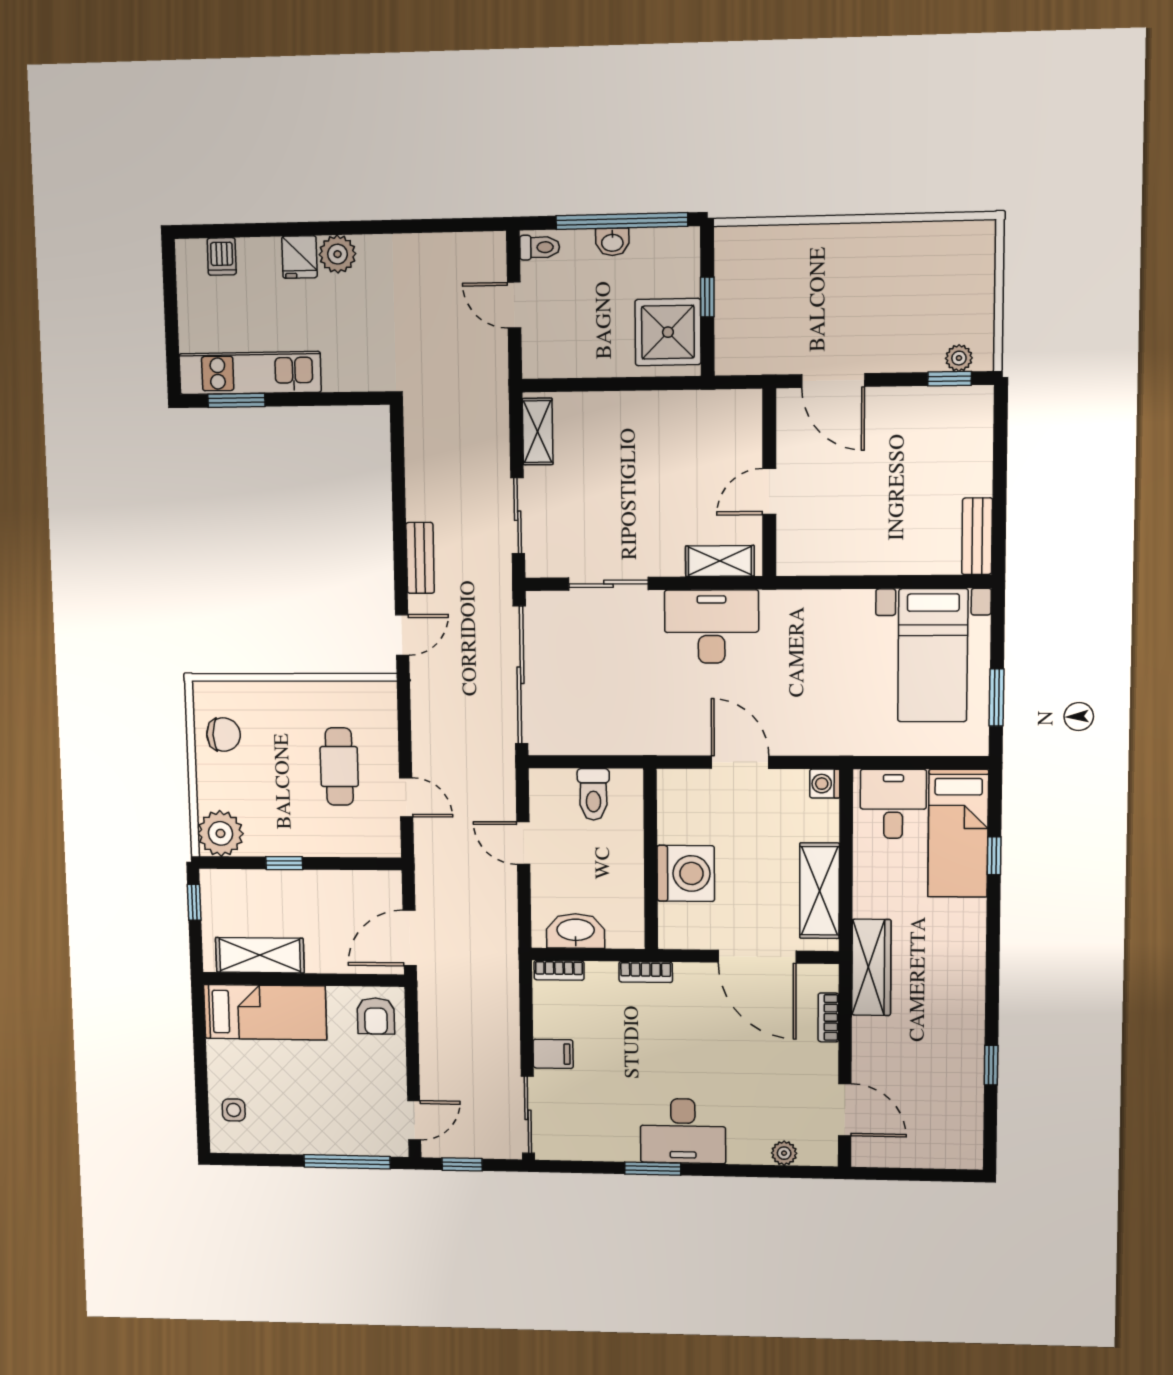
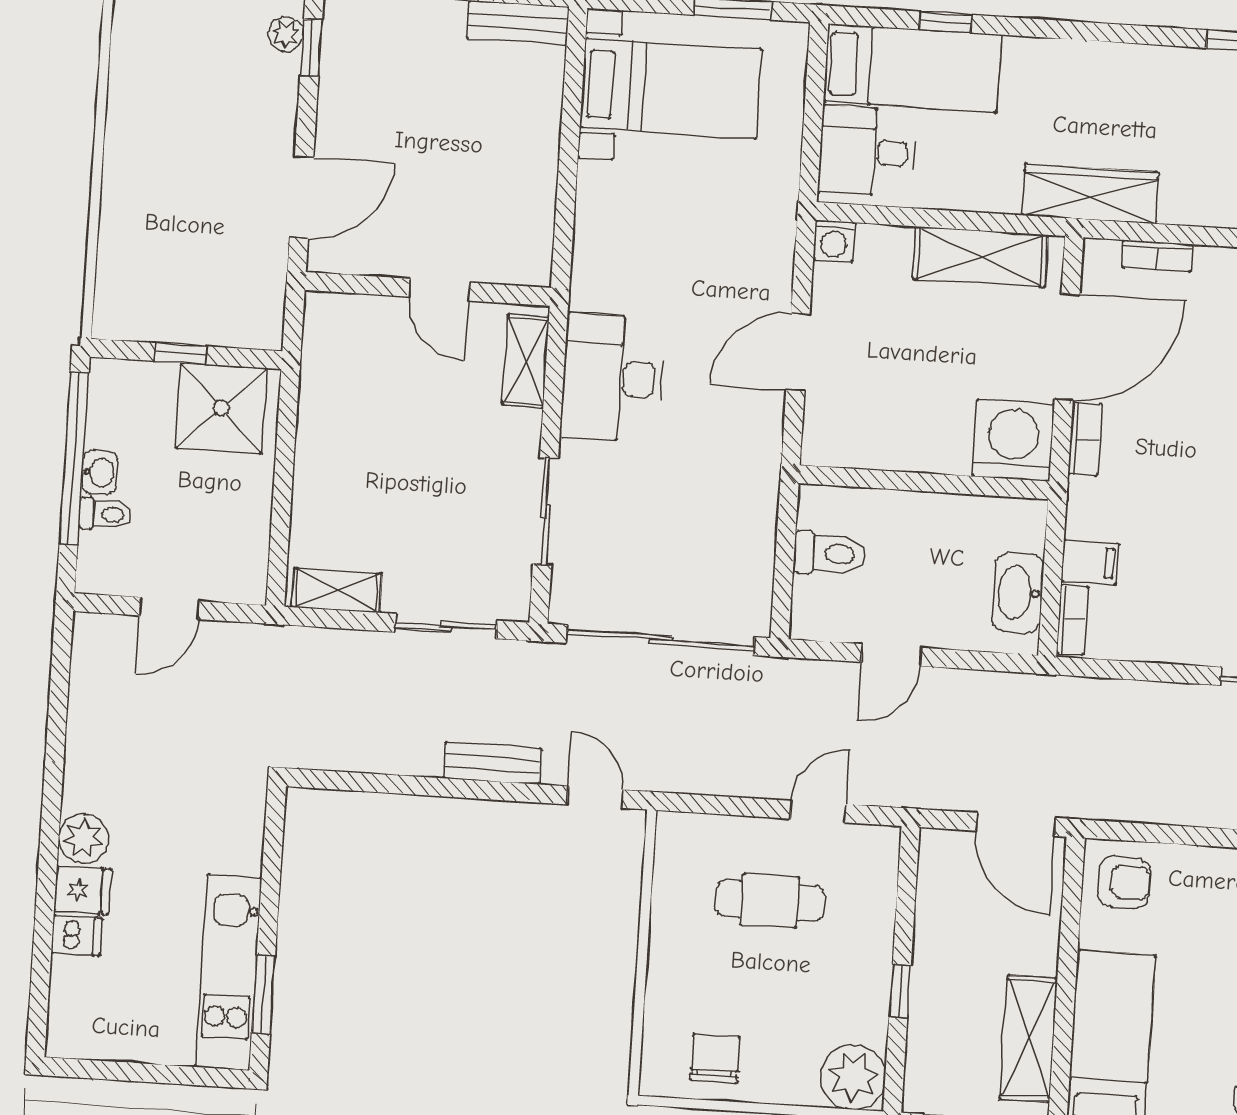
toilet: (540, 247) -> (106, 514), moved, turned 90
dishwasher: (222, 256) -> (77, 935), moved
washing machine: (686, 873) -> (1013, 440), moved
bookcase: (646, 972) -> (1085, 439), moved
filing cabinet: (553, 1054) -> (1090, 562), moved, turned 90

